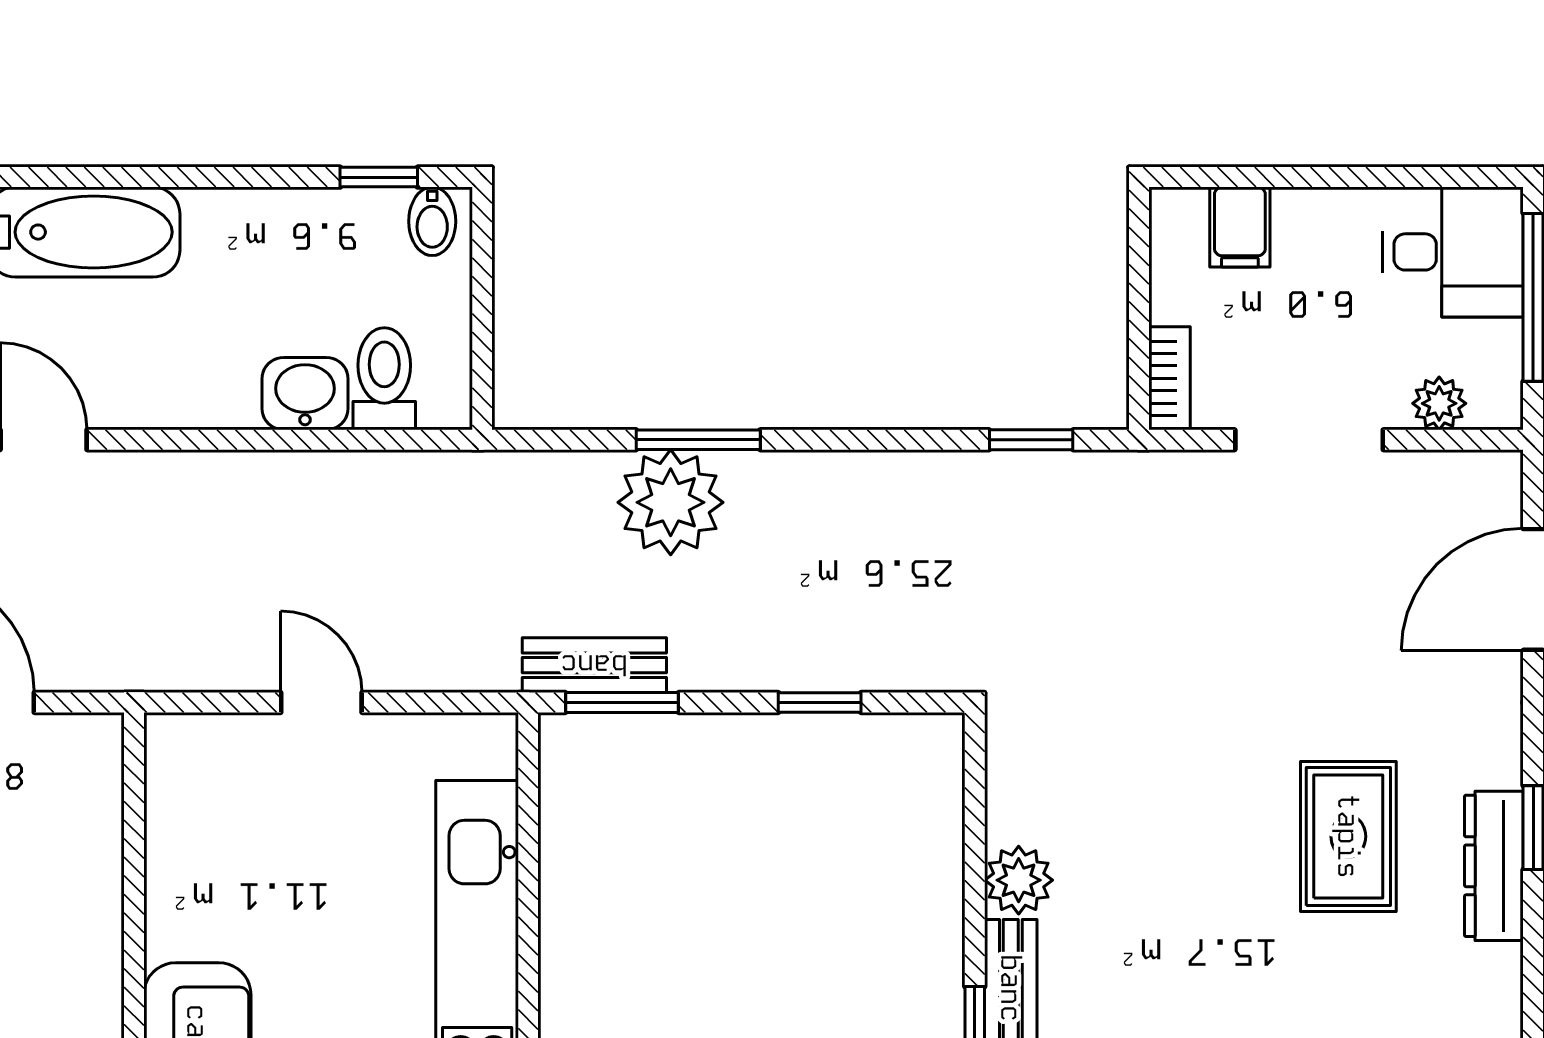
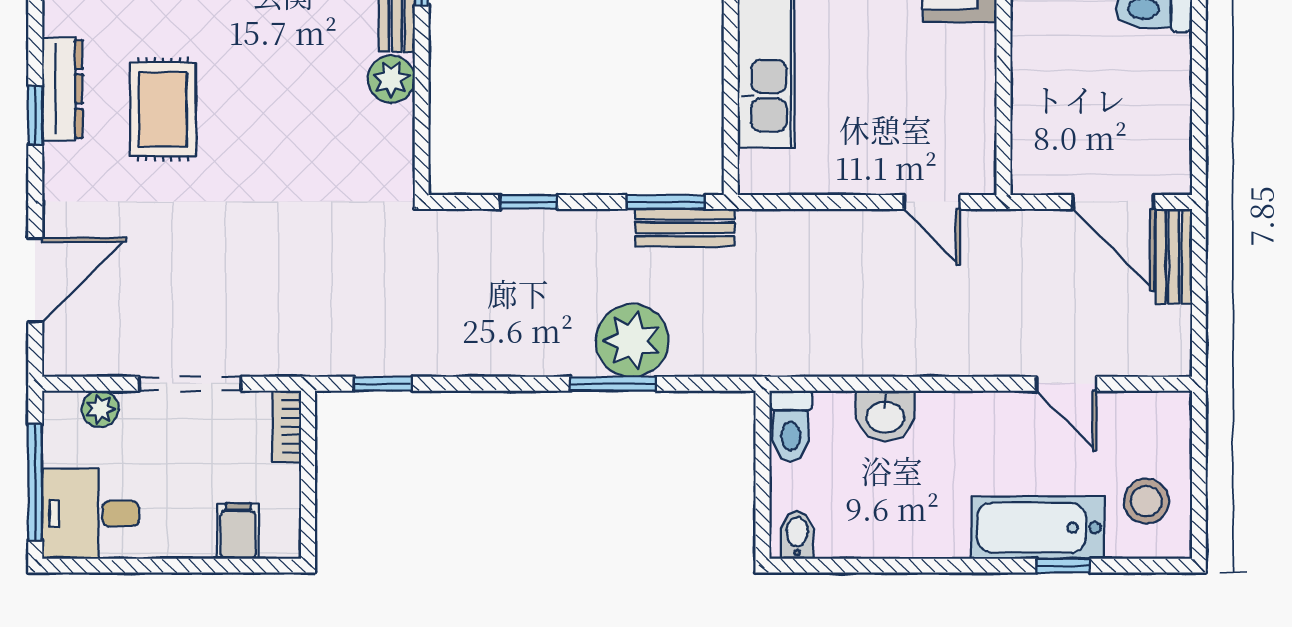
window: (379, 177) -> (1063, 566), moved
toilet: (384, 379) -> (791, 426), moved
door: (321, 702) -> (932, 202), moved

